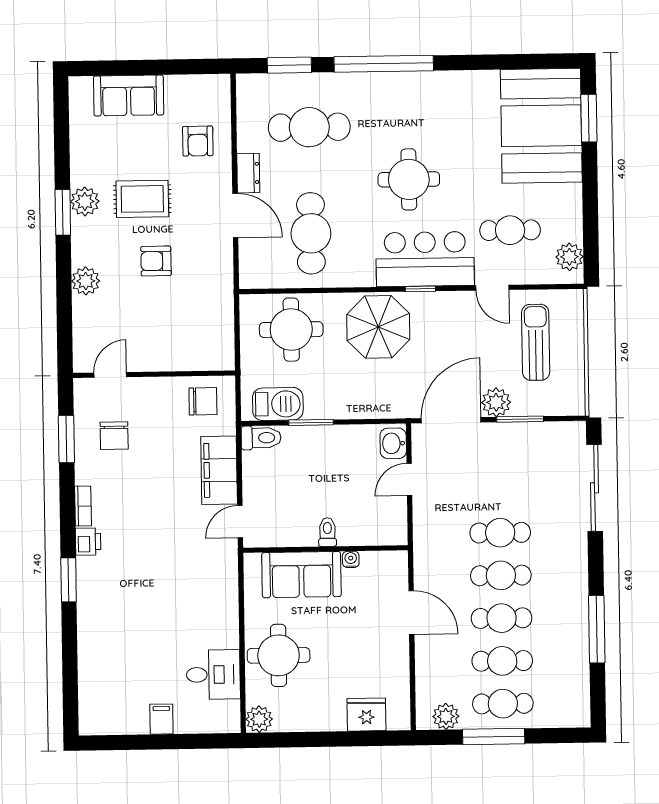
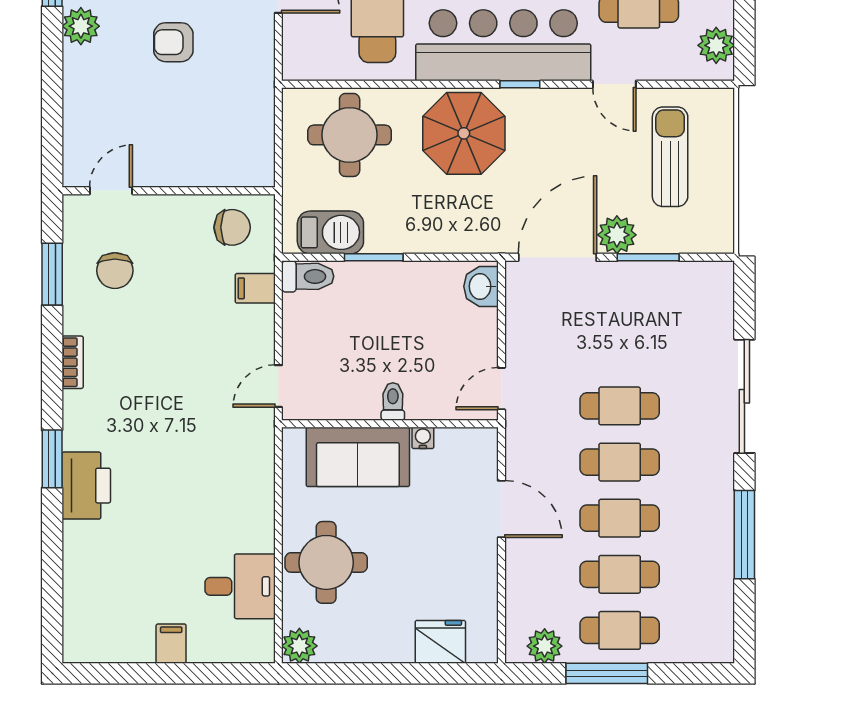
bar counter: (425, 259) -> (503, 45), width x1.36
plant: (86, 281) -> (81, 26), moved
filing cabinet: (219, 470) -> (255, 288), width x0.33, depth x0.86
door: (409, 479) -> (501, 389), moved
sliding door: (595, 488) -> (744, 396), moved
printer: (88, 542) -> (86, 486), moved, width x1.87, depth x1.48

